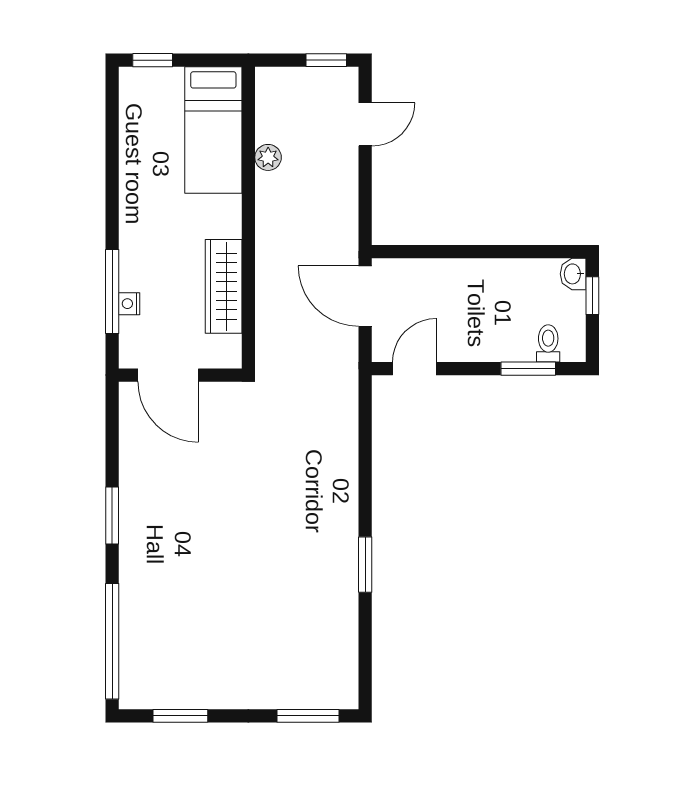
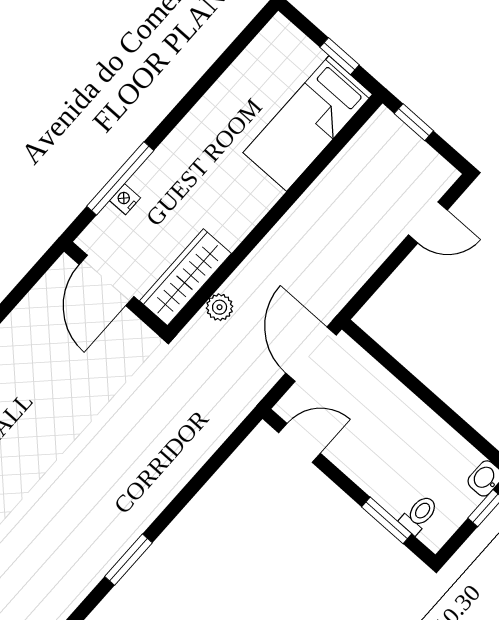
window: (153, 60) -> (340, 56), moved
window: (326, 60) -> (414, 122), moved
plant: (268, 157) -> (220, 307), moved
wardrobe: (224, 286) -> (185, 277), moved

